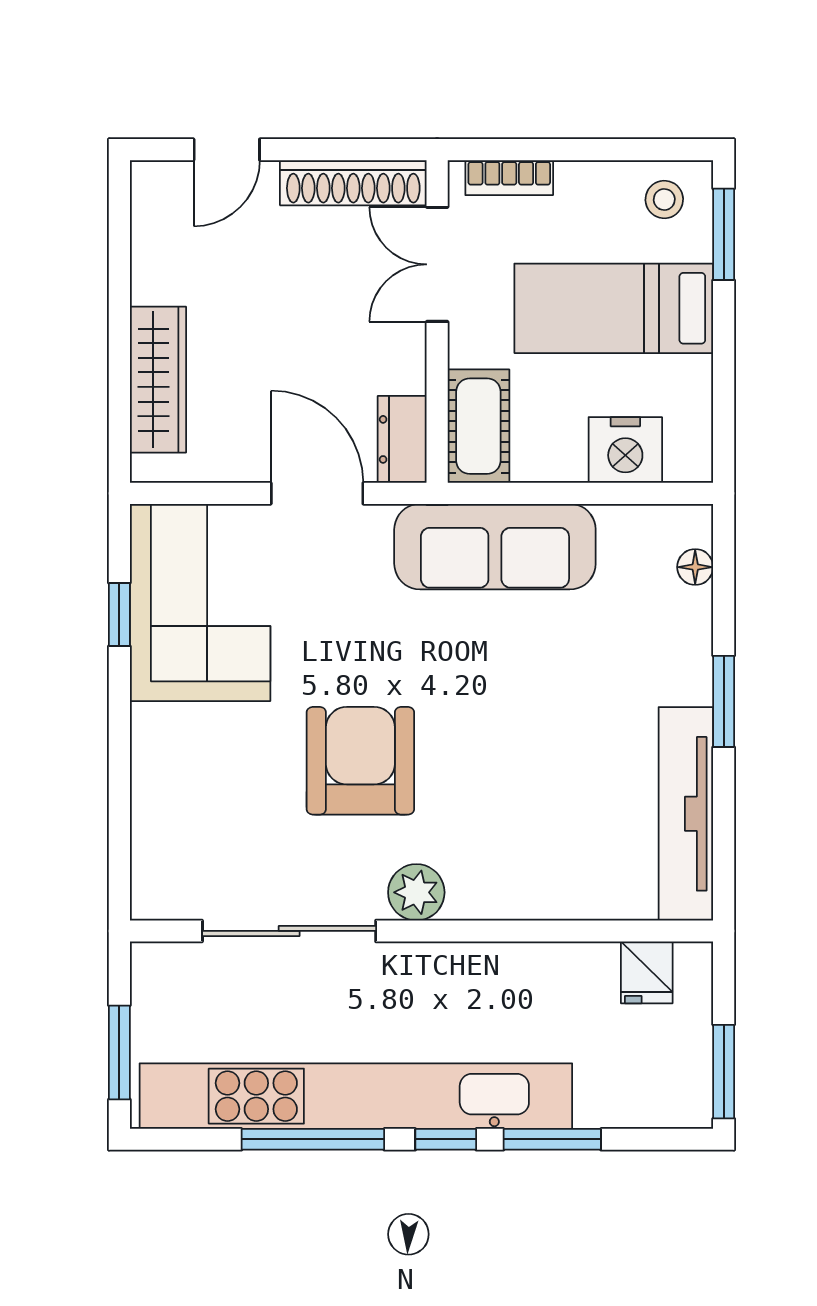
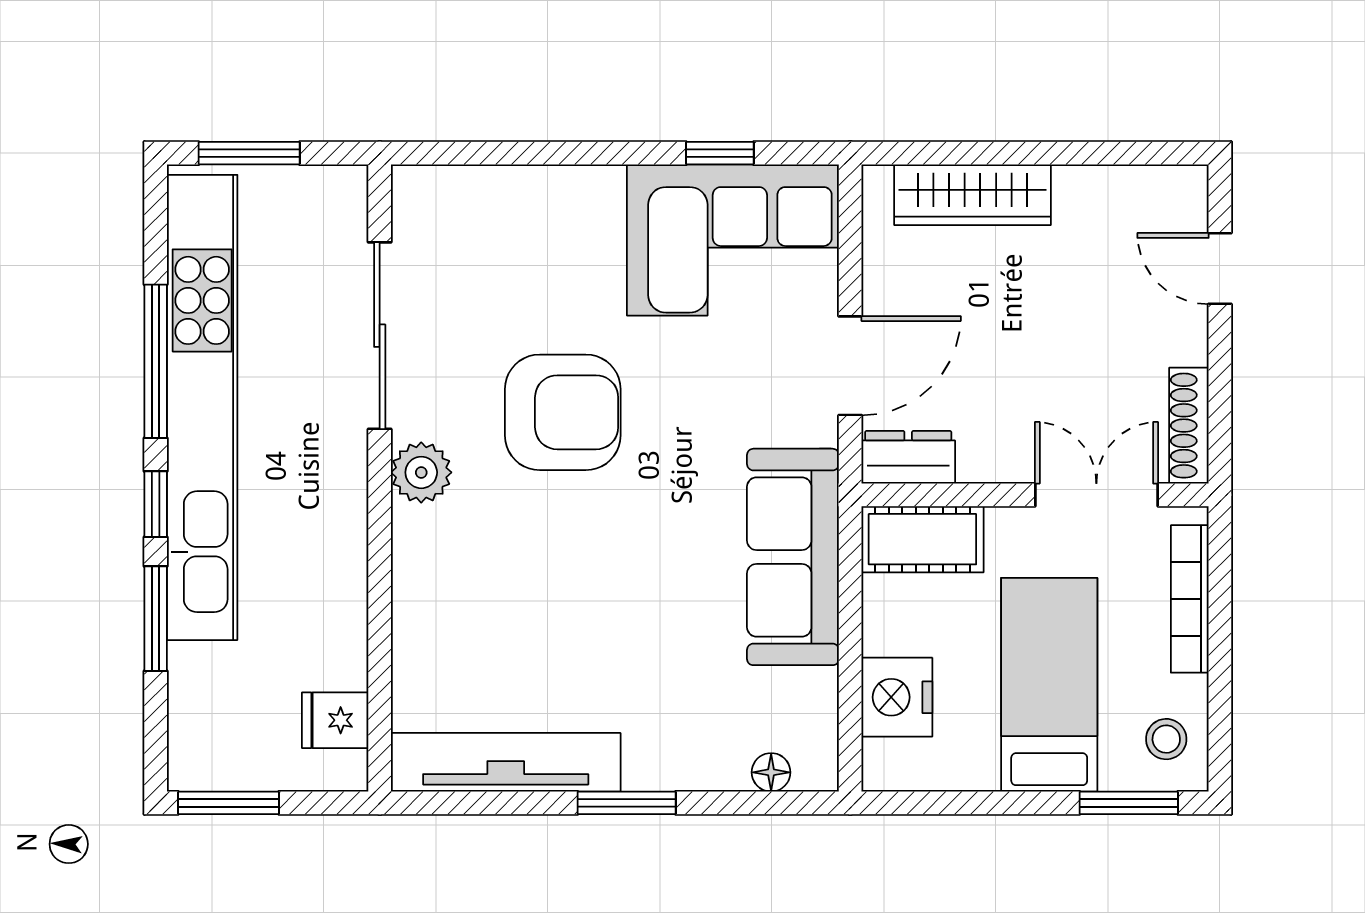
bookcase: (509, 178) -> (1190, 599), width x1.56
shoe rack: (353, 183) -> (1189, 426), width x0.74, depth x0.81

